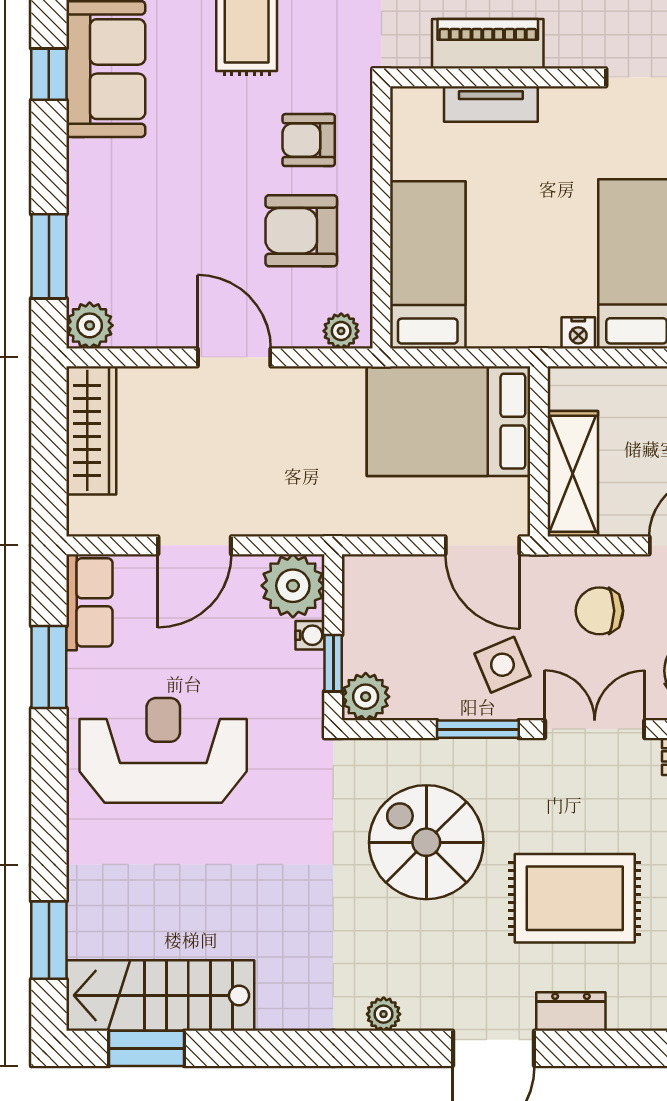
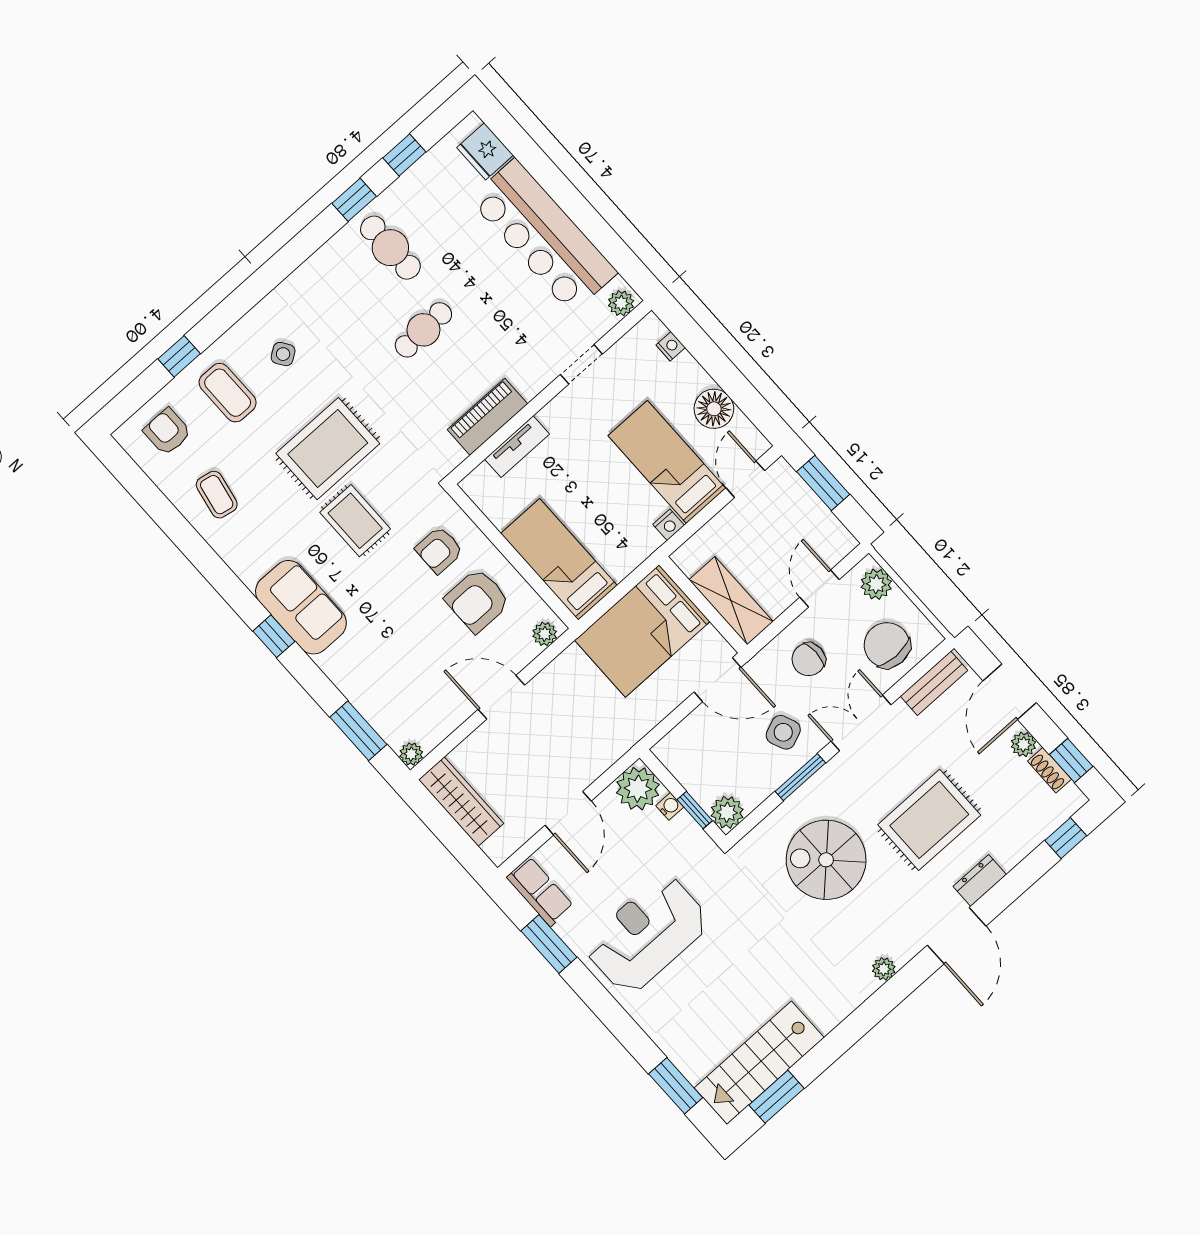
plant: (90, 325) -> (411, 754), width x0.73, depth x0.73

